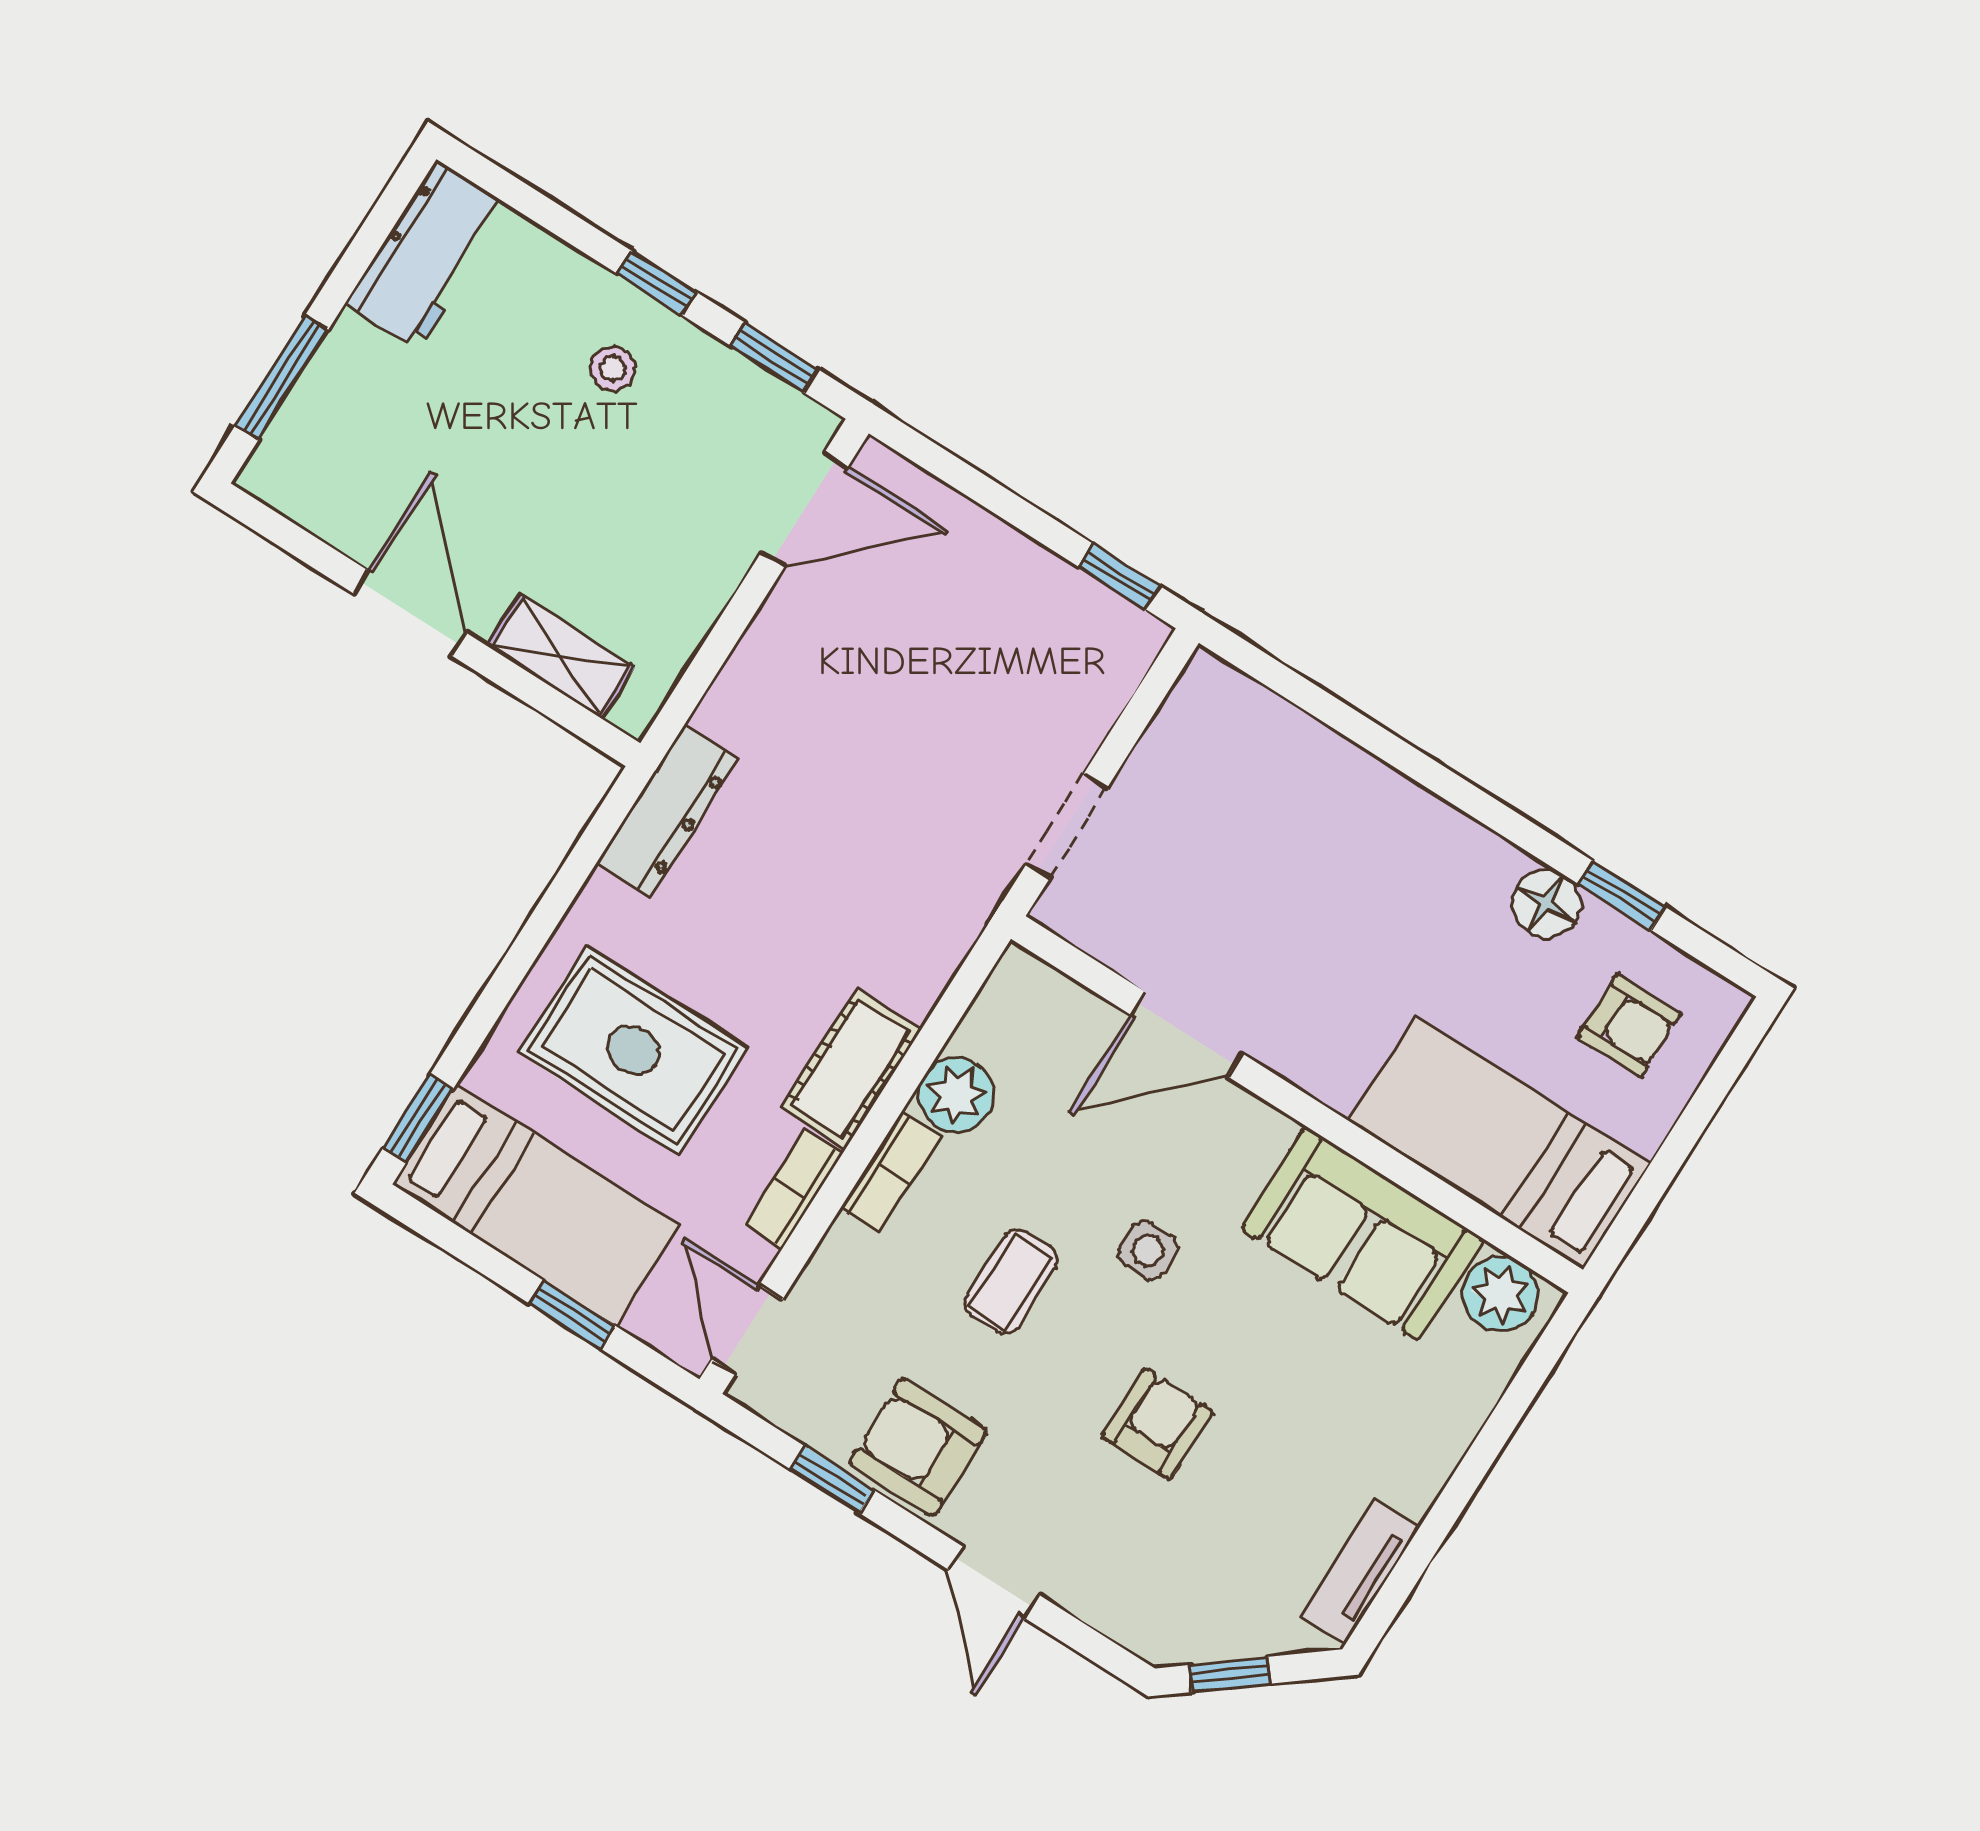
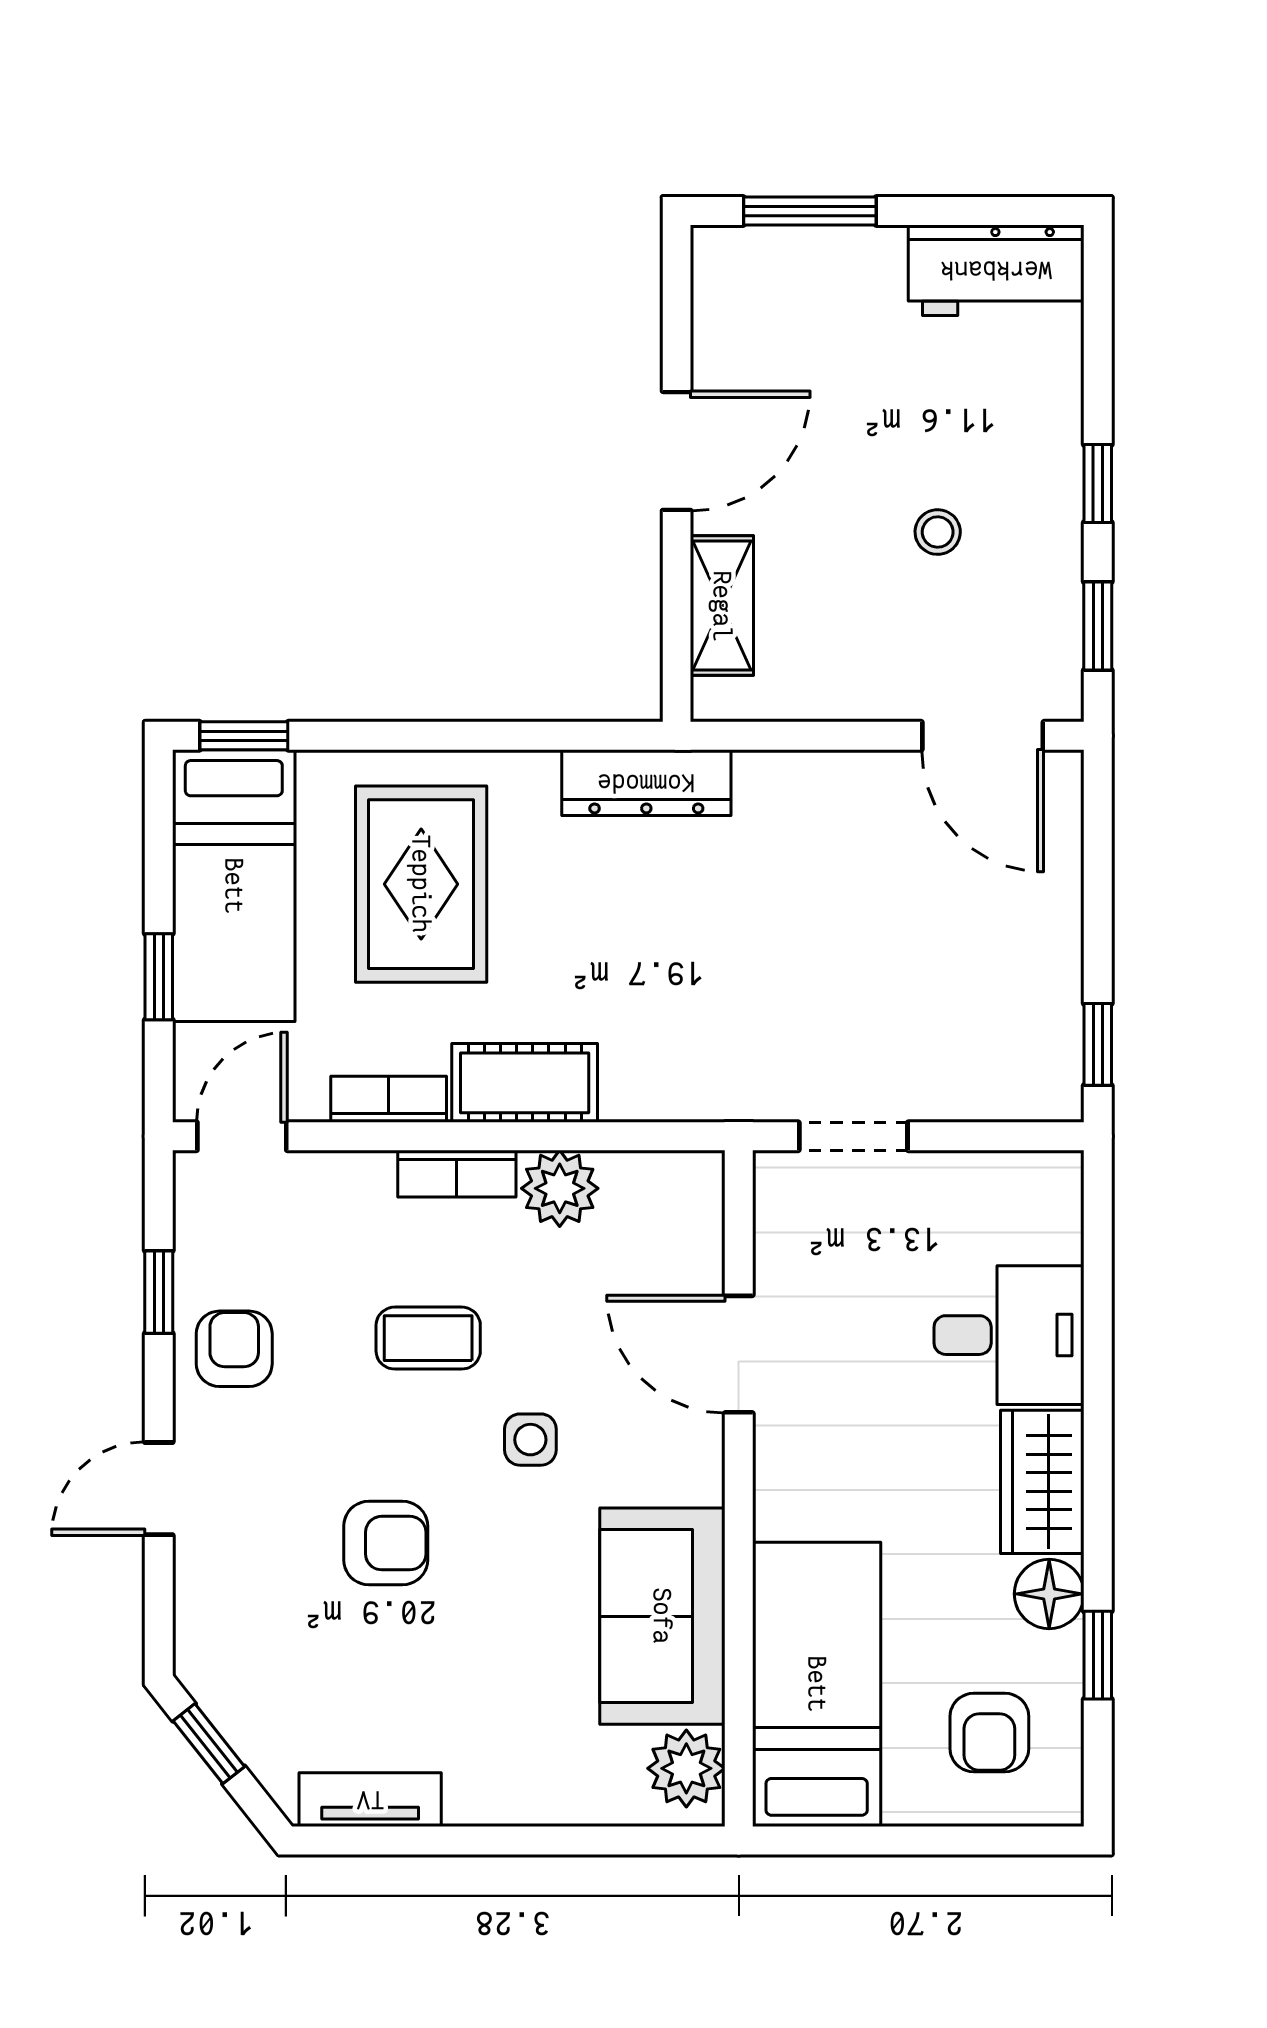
stool: (613, 368) -> (938, 532), moved
desk: (1312, 801) -> (1009, 1335), added
wardrobe: (1450, 851) -> (1042, 1482), added
armchair: (918, 1447) -> (234, 1349), width x0.72, depth x0.72

